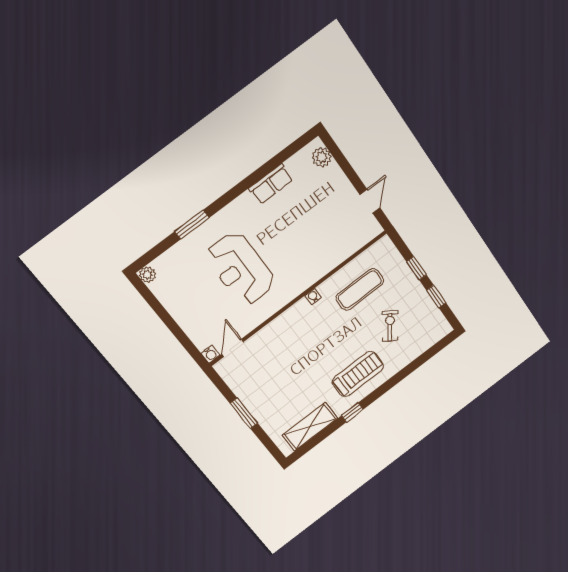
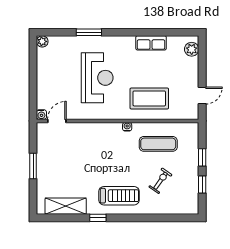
coffee table: (315, 248) -> (149, 98), added
reception desk: (240, 268) -> (97, 78), turned 180

